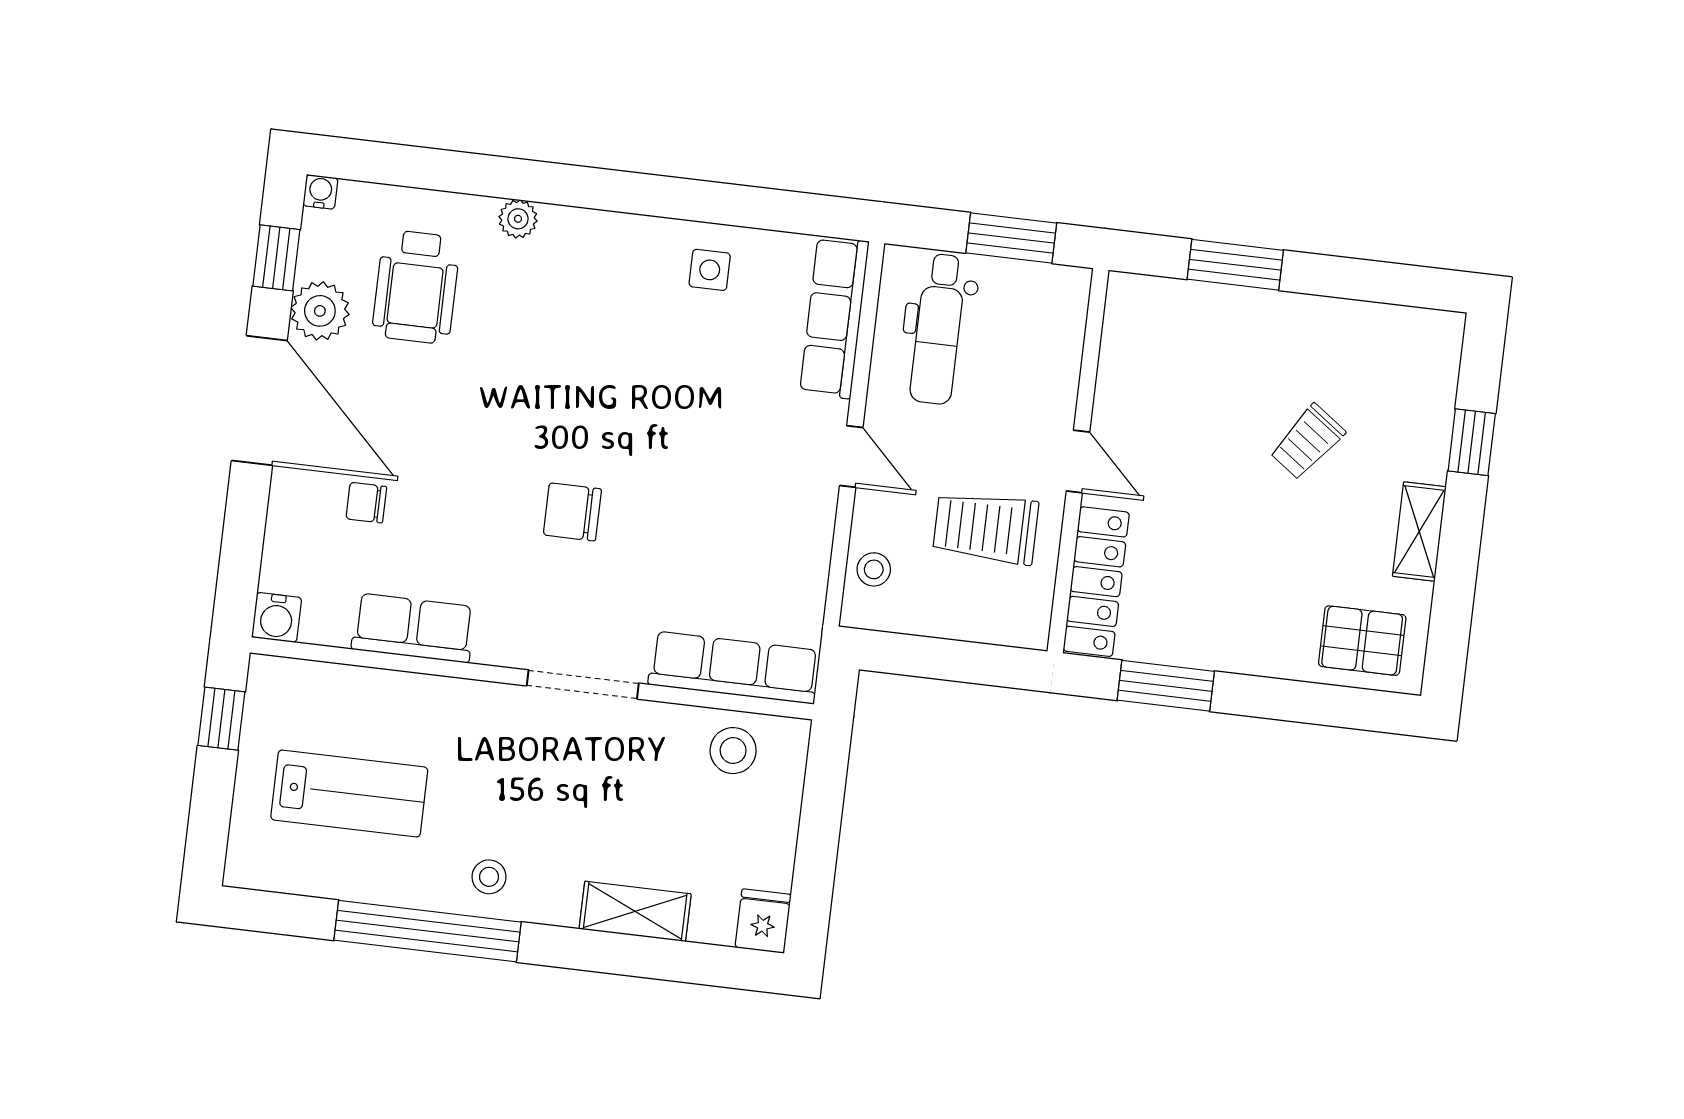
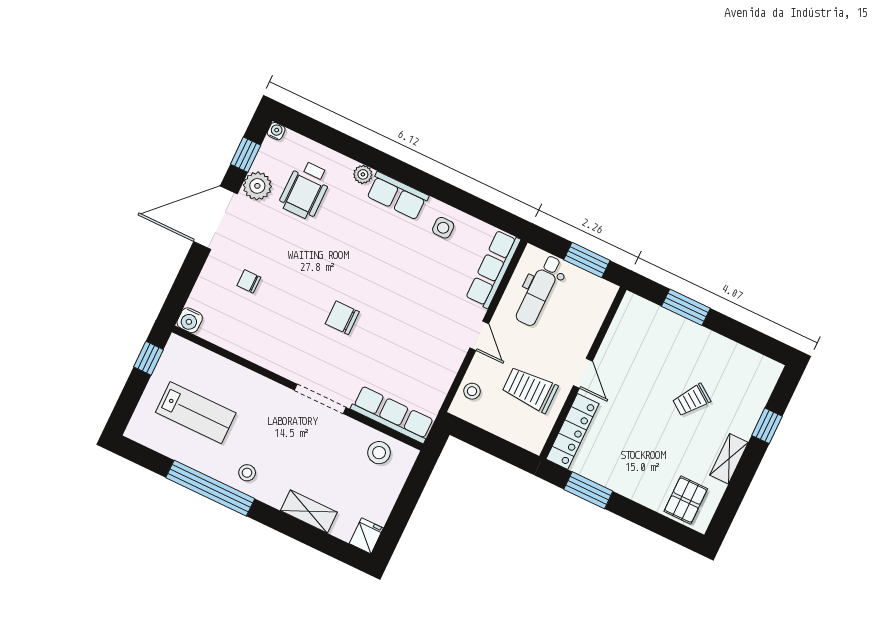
door: (259, 401) -> (216, 218), swing flipped
row of seats: (413, 628) -> (397, 196), moved, turned 180
pallet: (1362, 641) -> (686, 500), turned 90

